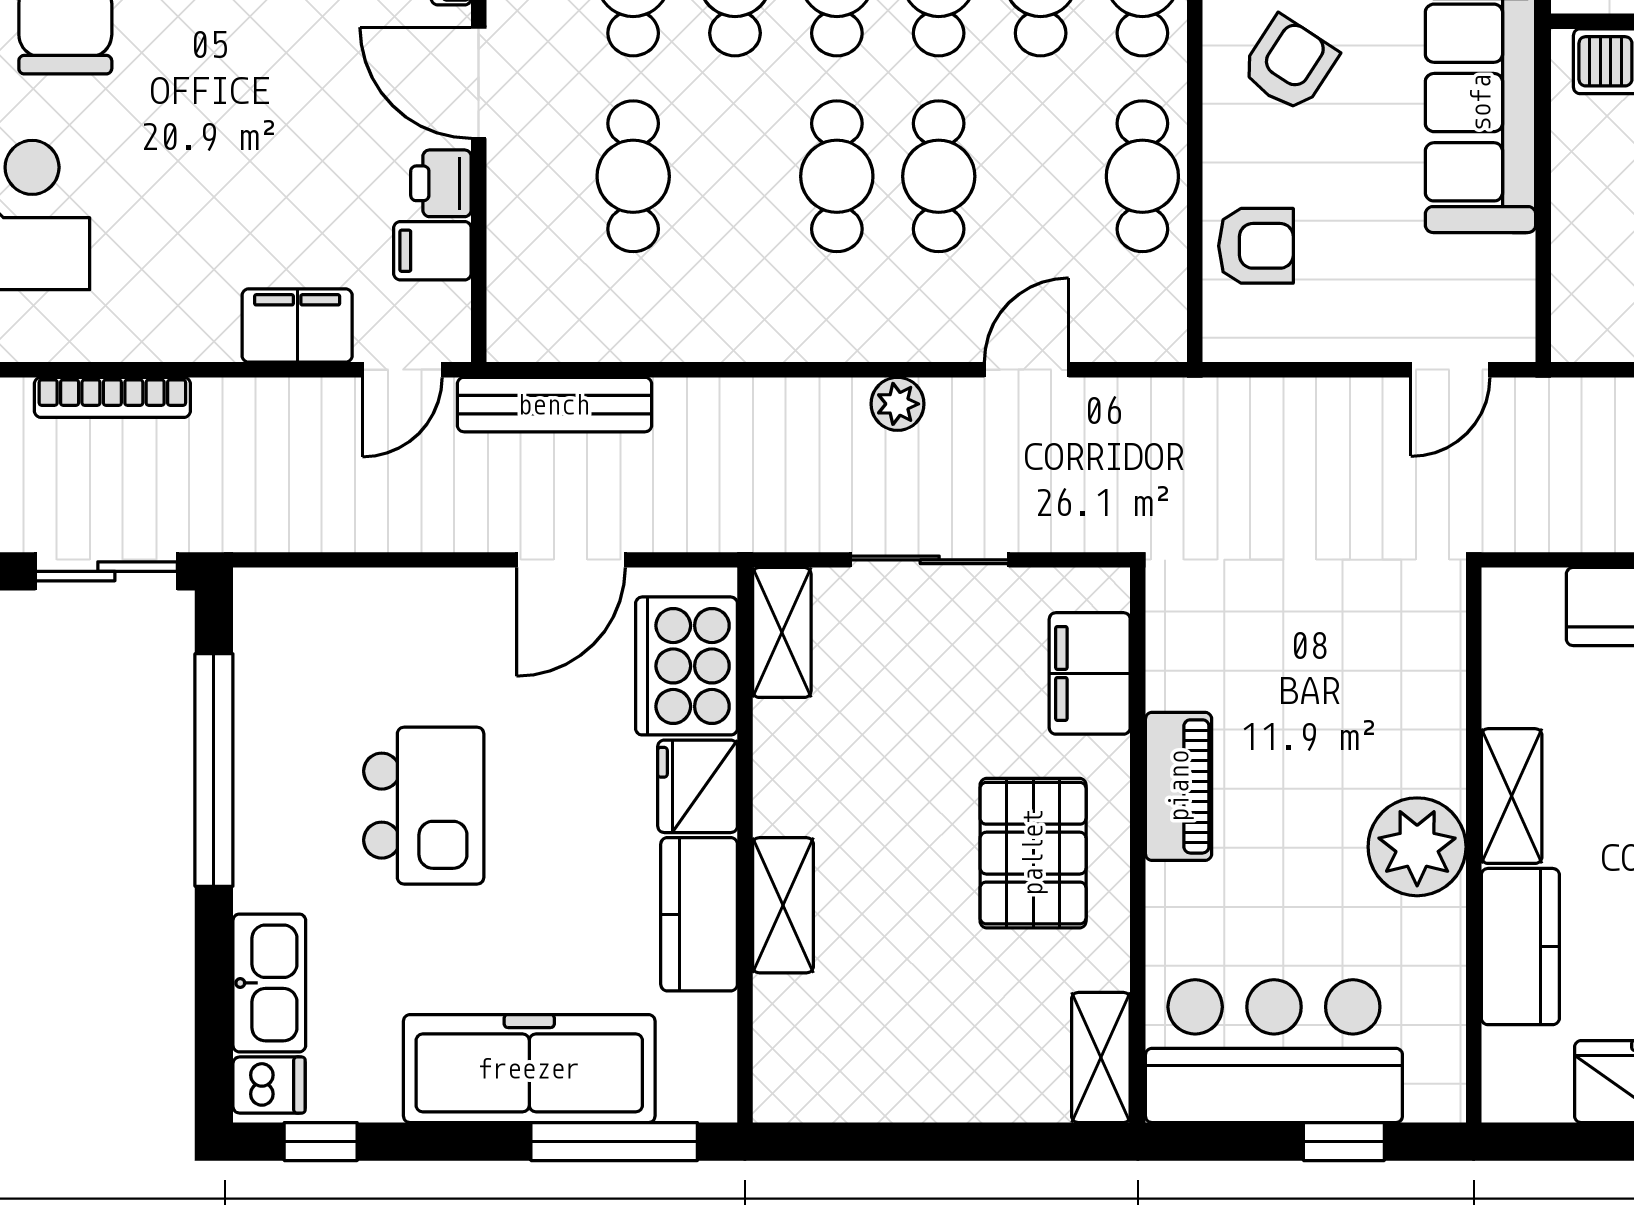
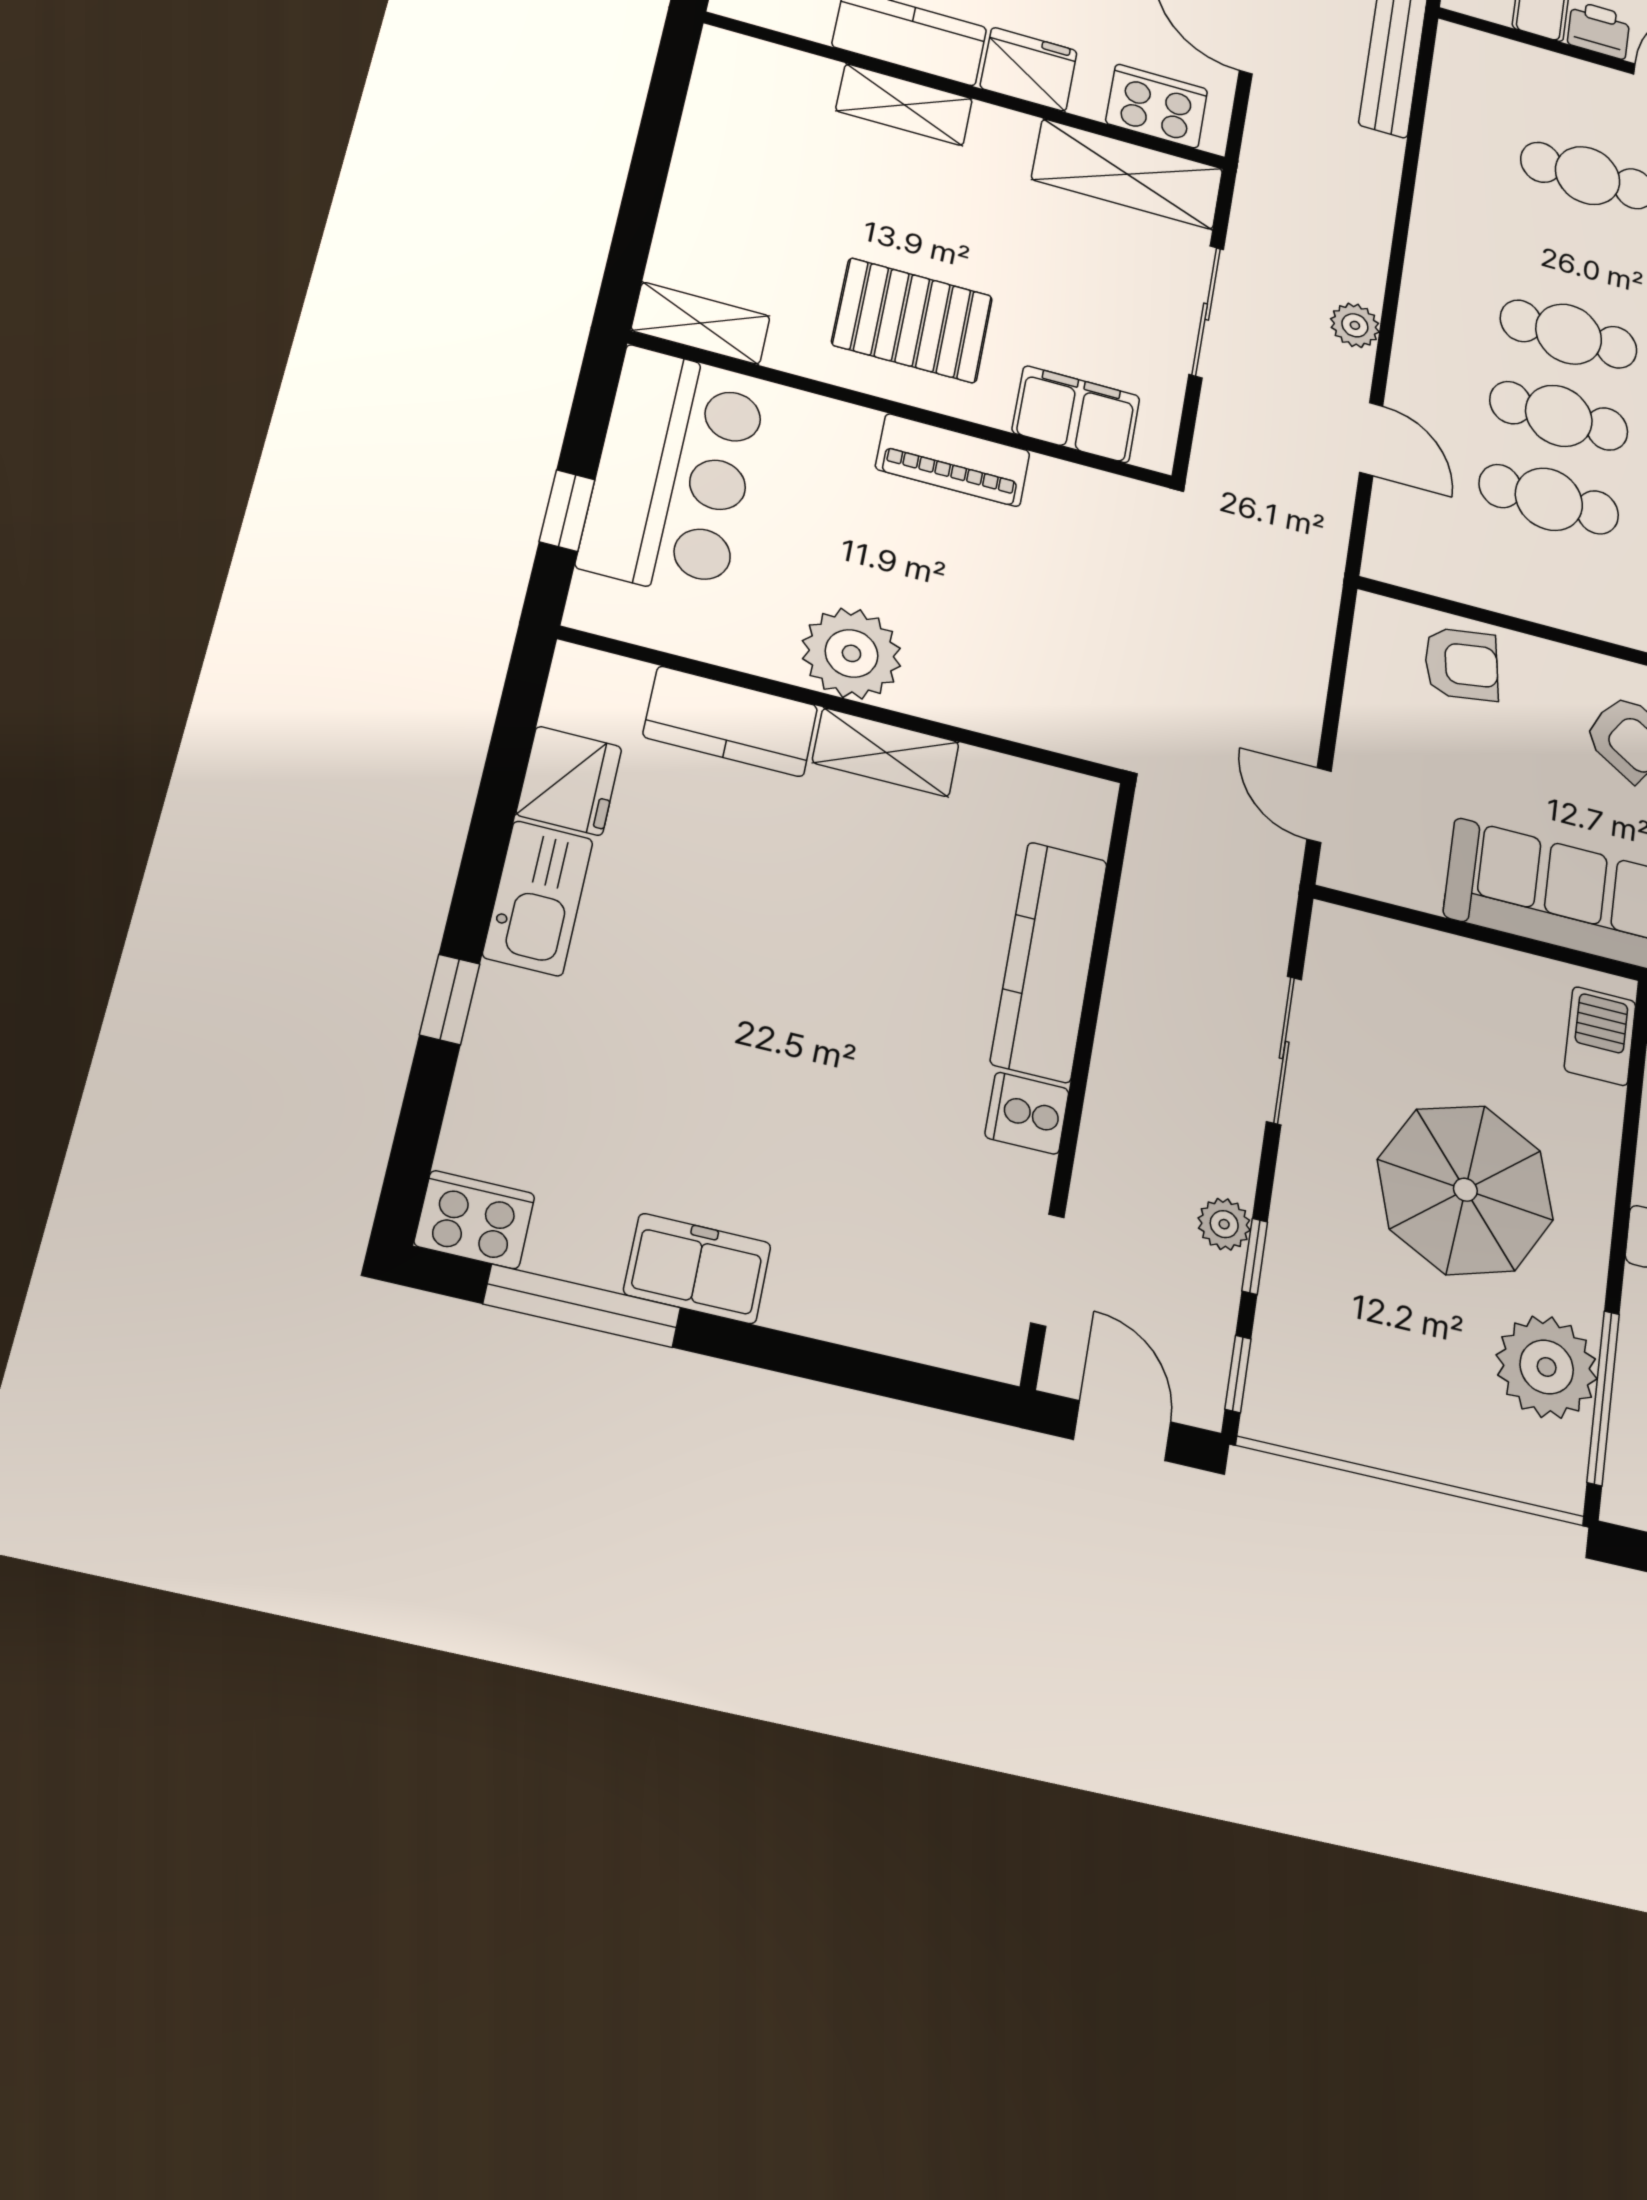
cafe table: (1142, 176) -> (1549, 499), moved
armchair: (1256, 246) -> (1461, 664), turned -99
shelving: (782, 632) -> (1127, 174), width x1.50, depth x1.33
cooker: (686, 666) -> (1157, 106), width x0.73, depth x0.76

